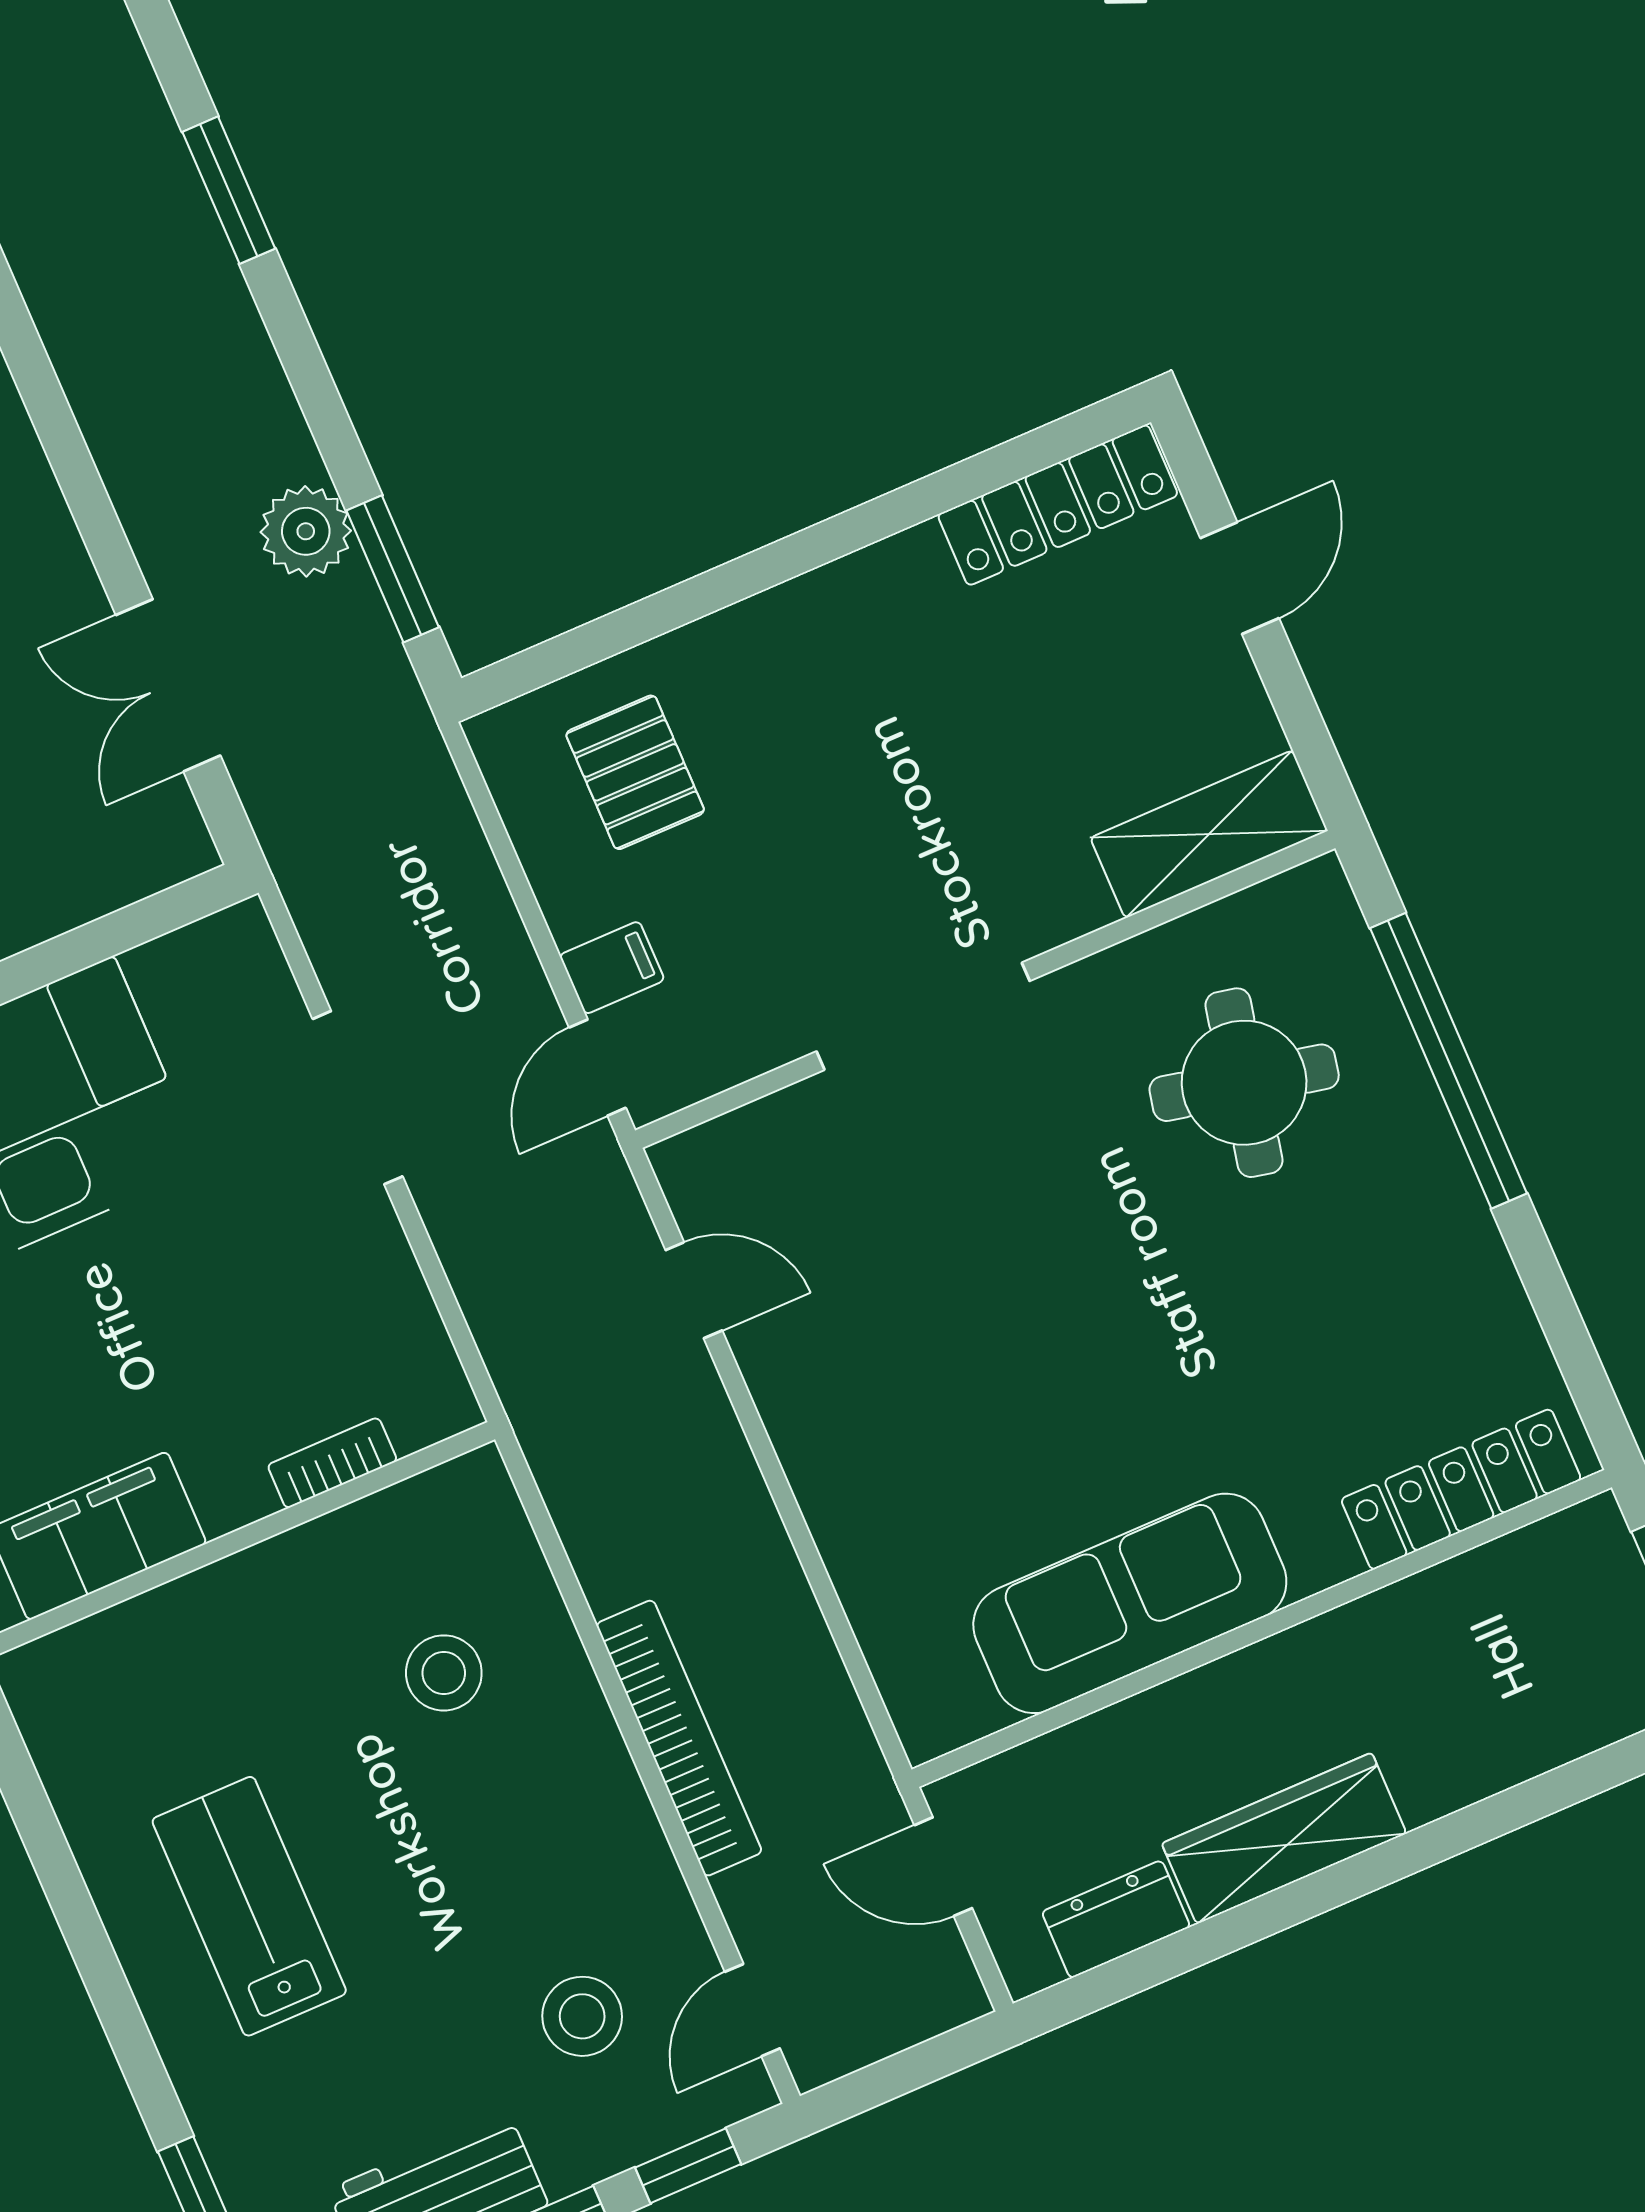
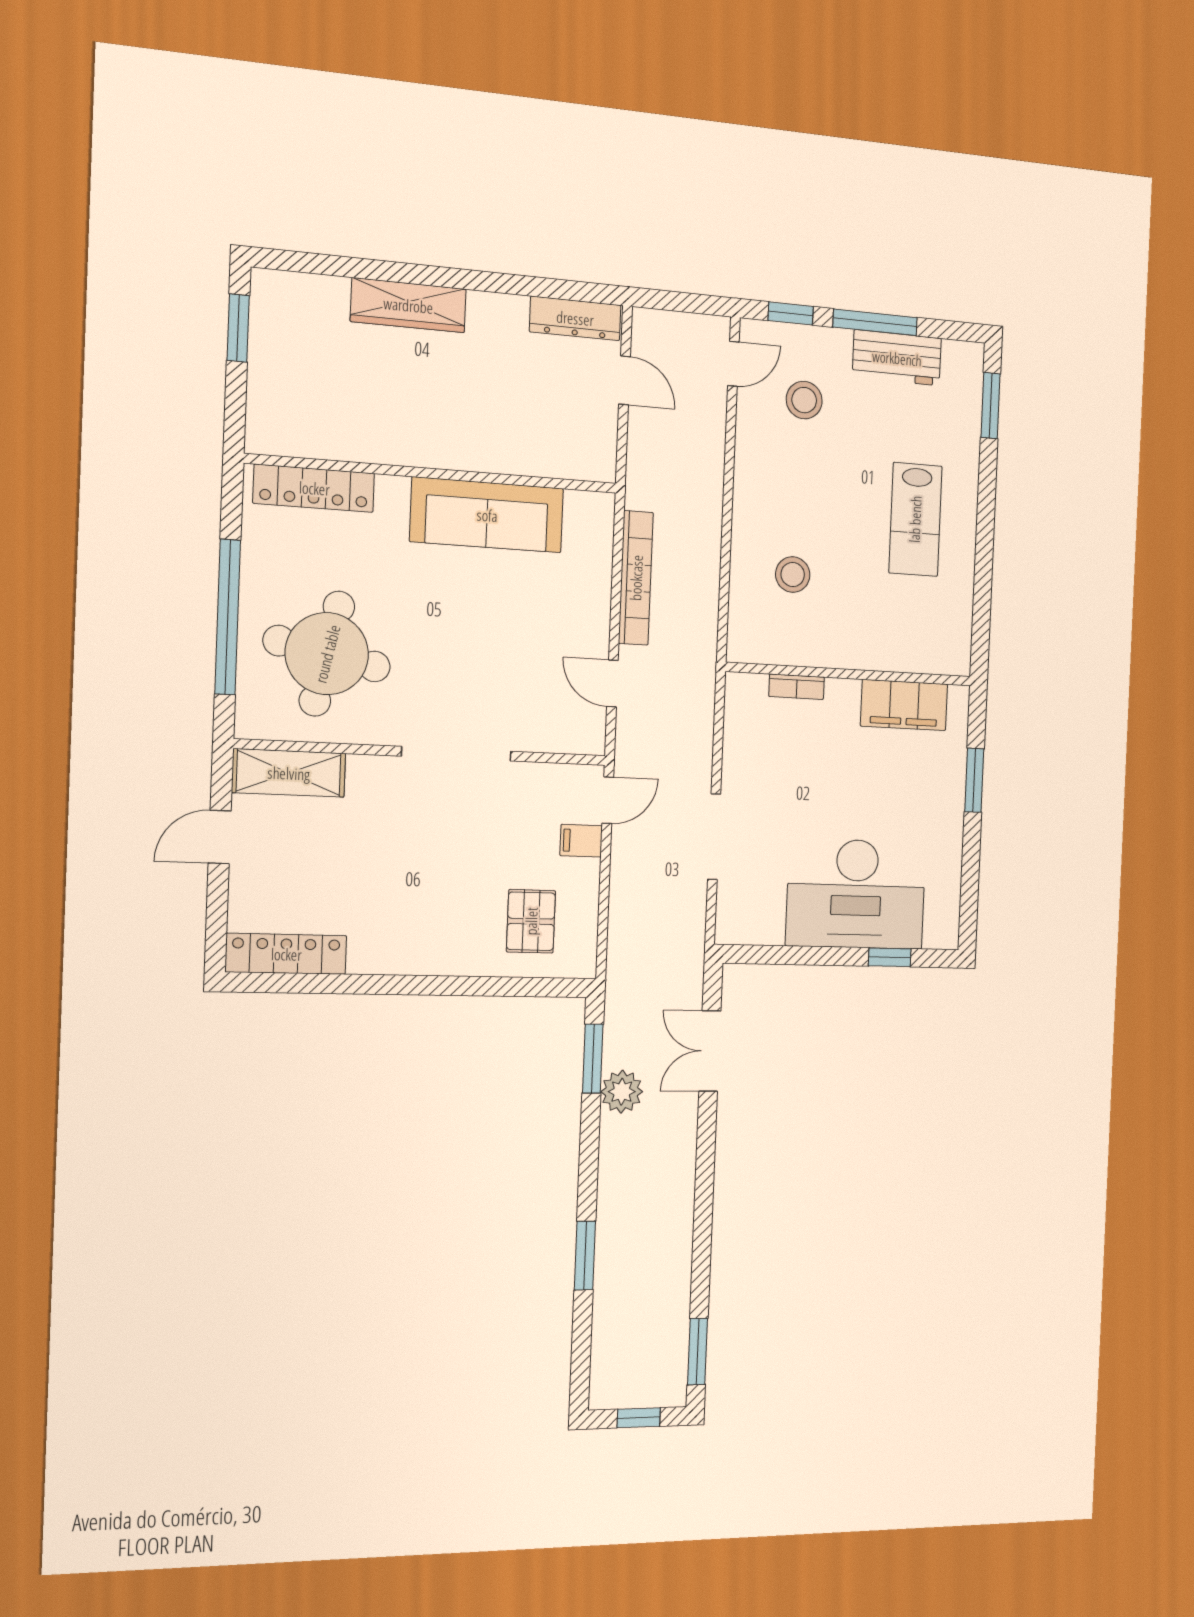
door: (1240, 578) -> (220, 837), moved
double door: (168, 685) -> (710, 1051), swing flipped
round table: (1244, 1083) -> (327, 654), width x1.36, depth x1.36
locker: (1461, 1489) -> (314, 488), moved
sofa: (1130, 1603) -> (487, 515), moved
wall: (1262, 1628) -> (434, 474), moved
bookcase: (679, 1738) -> (636, 578), moved, turned 180
wardrobe: (1284, 1838) -> (408, 305), moved
dresser: (1116, 1919) -> (575, 318), width x1.44

